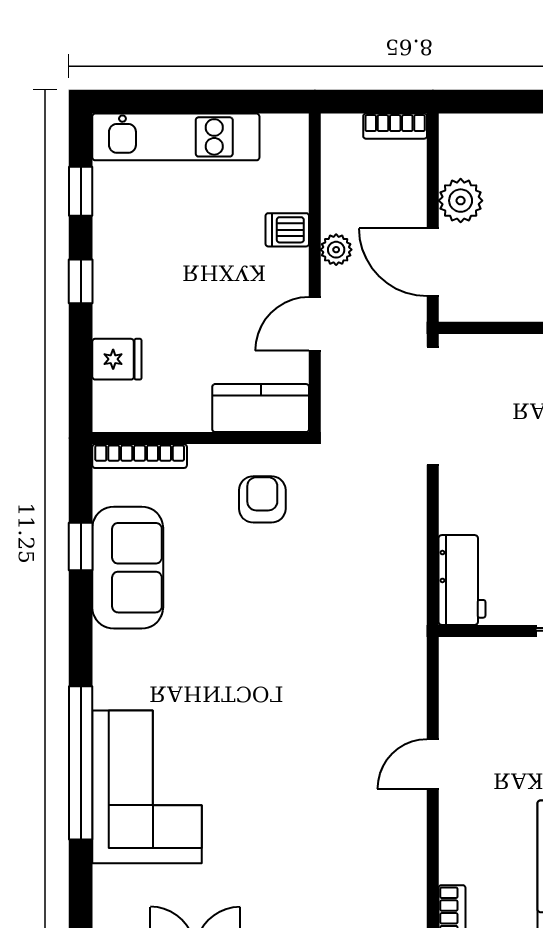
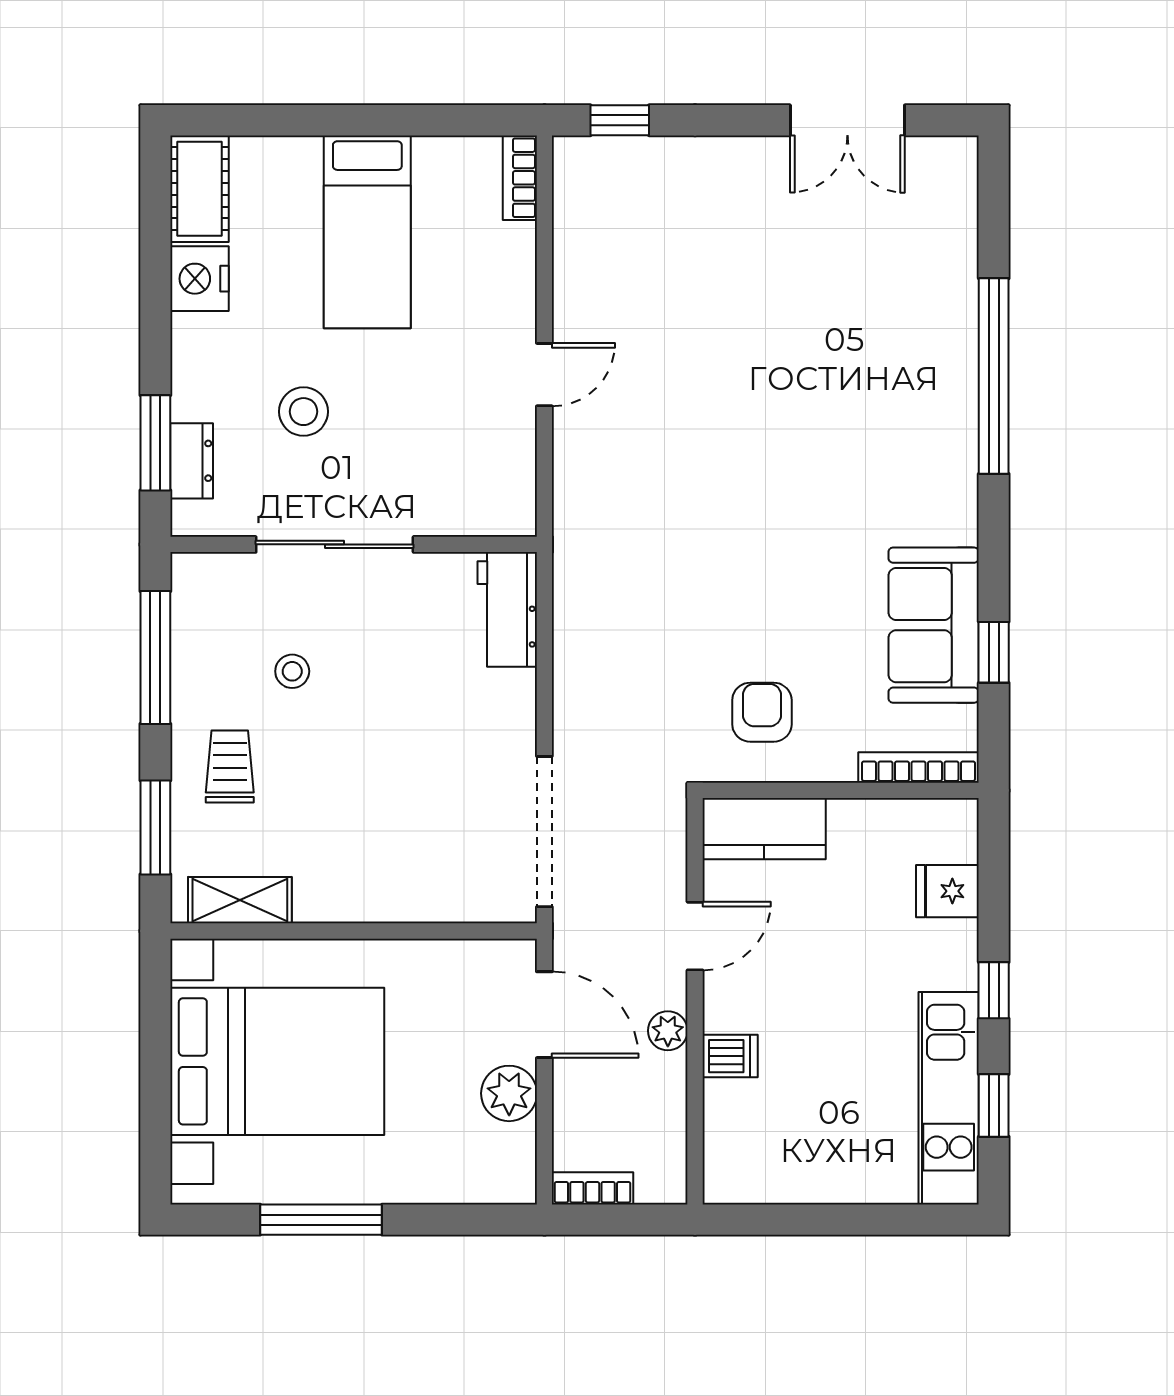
kitchen unit: (176, 137) -> (949, 1098), moved, turned -90
armchair: (262, 499) -> (762, 712), turned 180
corner sofa: (147, 787) -> (909, 346), removed

